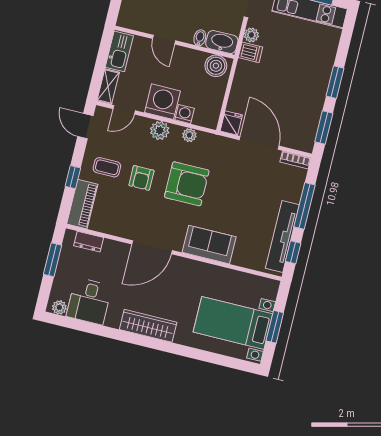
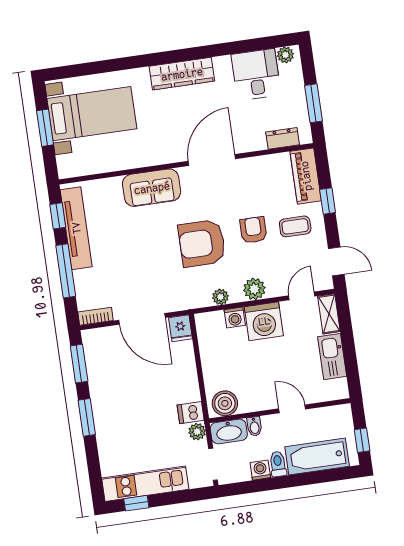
bidet: (200, 38) -> (254, 426), moved
door: (164, 40) -> (292, 409), moved
wall: (175, 42) -> (280, 411), moved
washbasin: (222, 42) -> (229, 431), moved
boiler: (216, 66) -> (225, 403), moved

